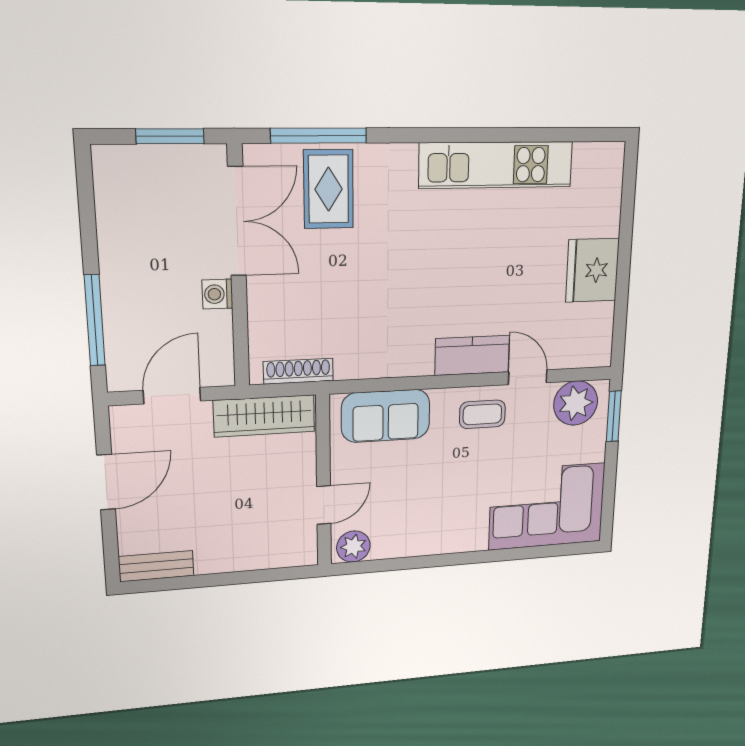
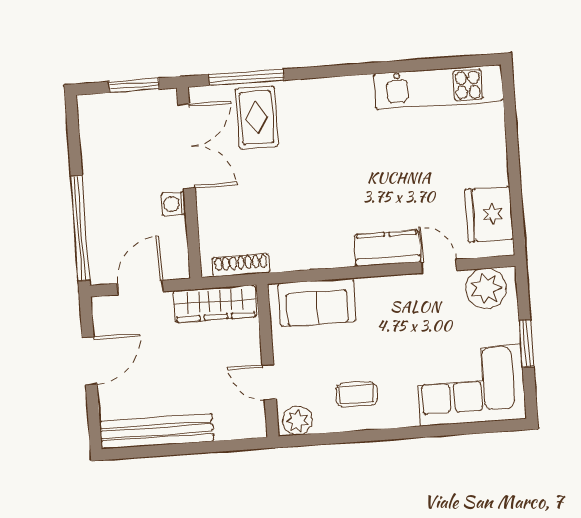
kitchen unit: (496, 165) -> (438, 87), moved
fridge: (592, 270) -> (489, 214), moved
window: (95, 320) -> (80, 228), width x1.46
coffee table: (482, 414) -> (357, 394), moved
window: (614, 416) -> (526, 343), moved
door: (324, 505) -> (269, 382), swing flipped
bench: (156, 566) -> (157, 431), width x1.86, depth x1.21

